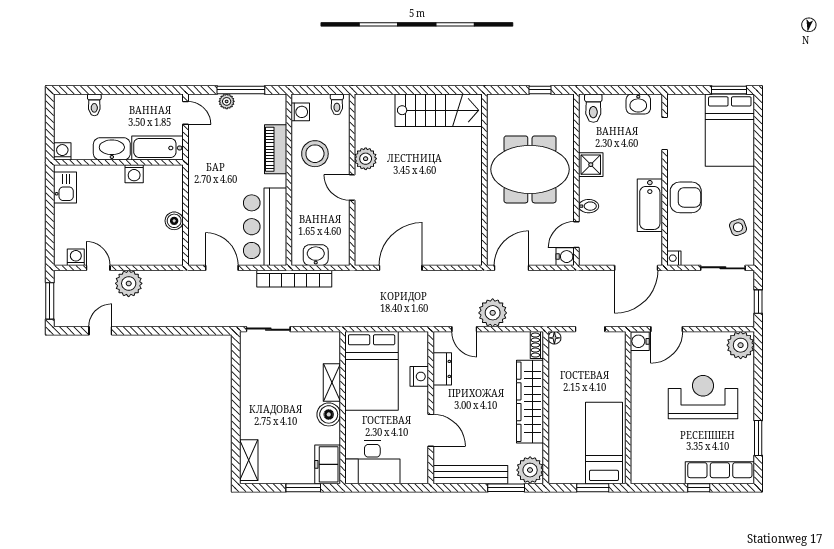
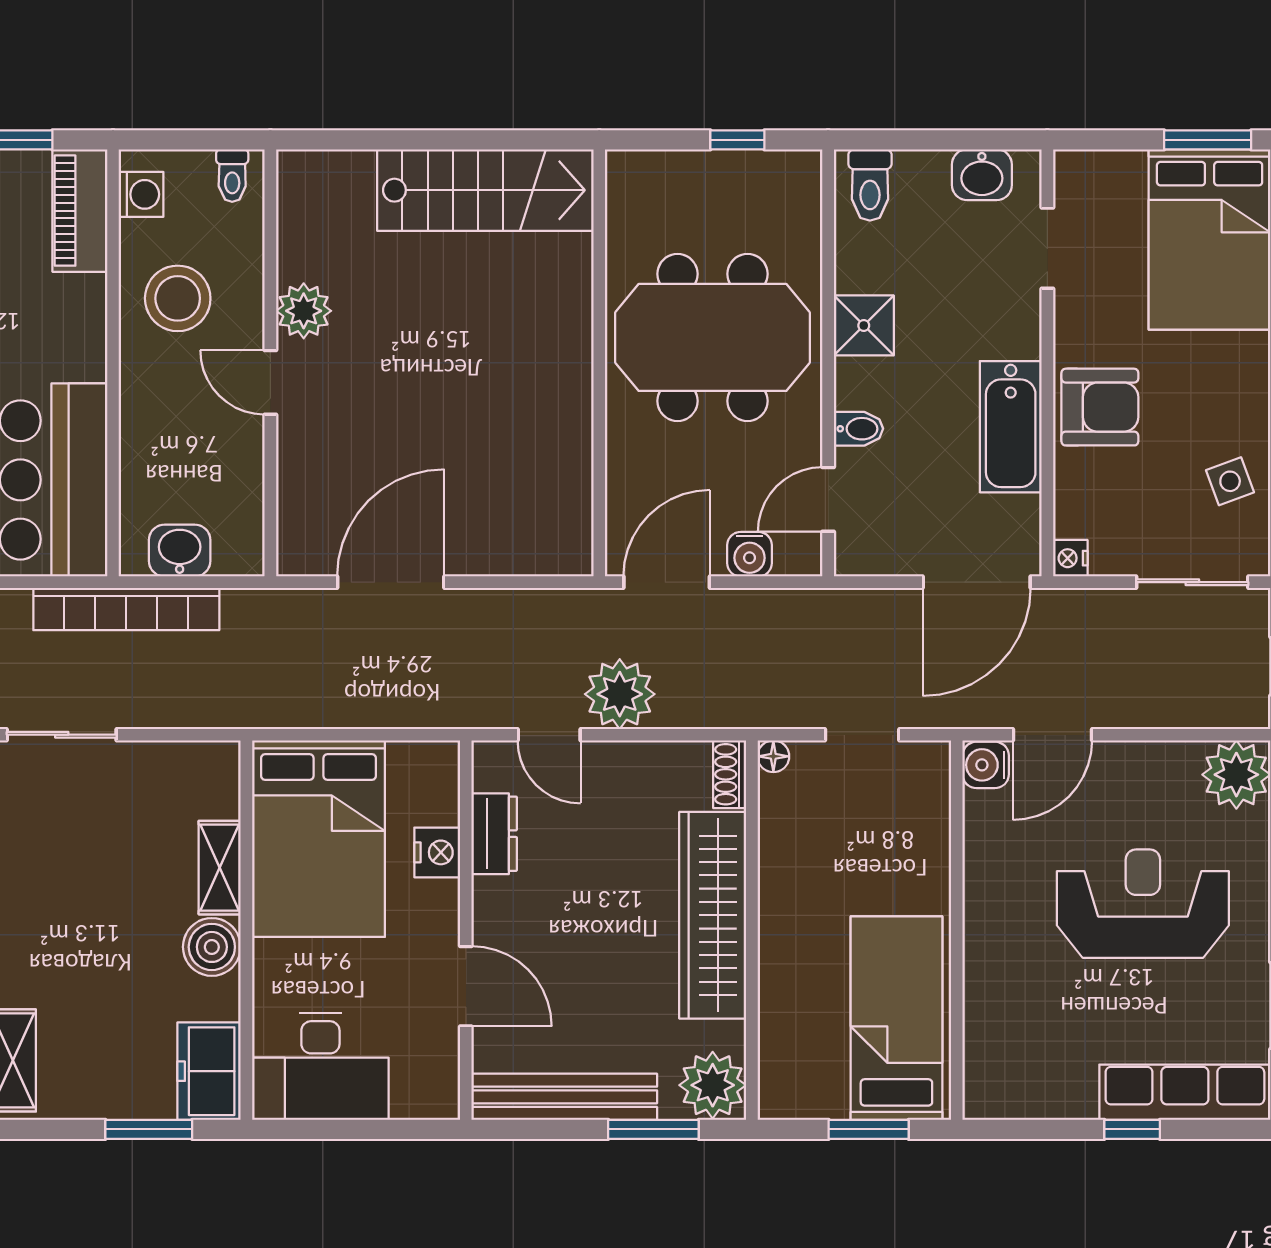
piano: (276, 149) -> (80, 211), moved
water cooler: (565, 257) -> (750, 554), moved, turned 90

